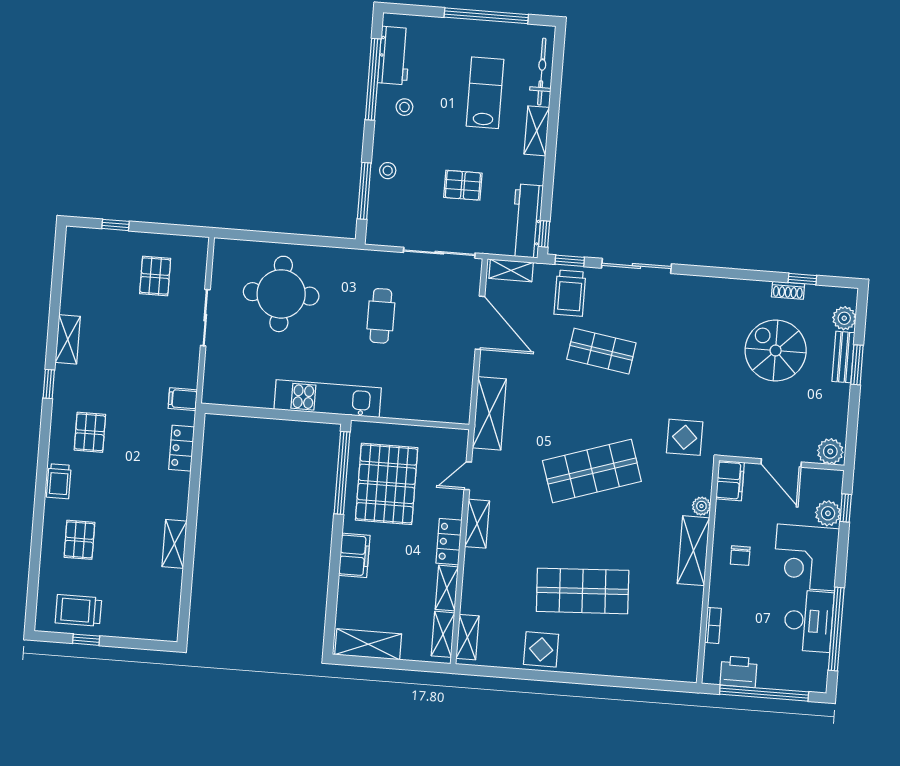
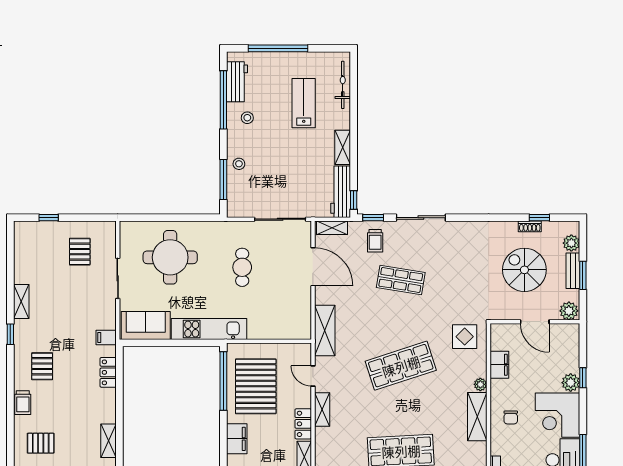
window: (486, 16) -> (278, 48), moved
shelving: (537, 131) -> (343, 147), moved
pallet: (463, 185) -> (293, 170), removed
trolley: (570, 293) -> (375, 241), width x0.73, depth x0.72
sofa: (239, 387) -> (146, 326), added
plant: (830, 451) -> (569, 311), moved
door: (781, 463) -> (535, 322), moved
wall: (782, 463) -> (535, 322), moved
door: (468, 476) -> (313, 376), hinge flipped
pallet: (79, 540) -> (41, 443), turned 90

